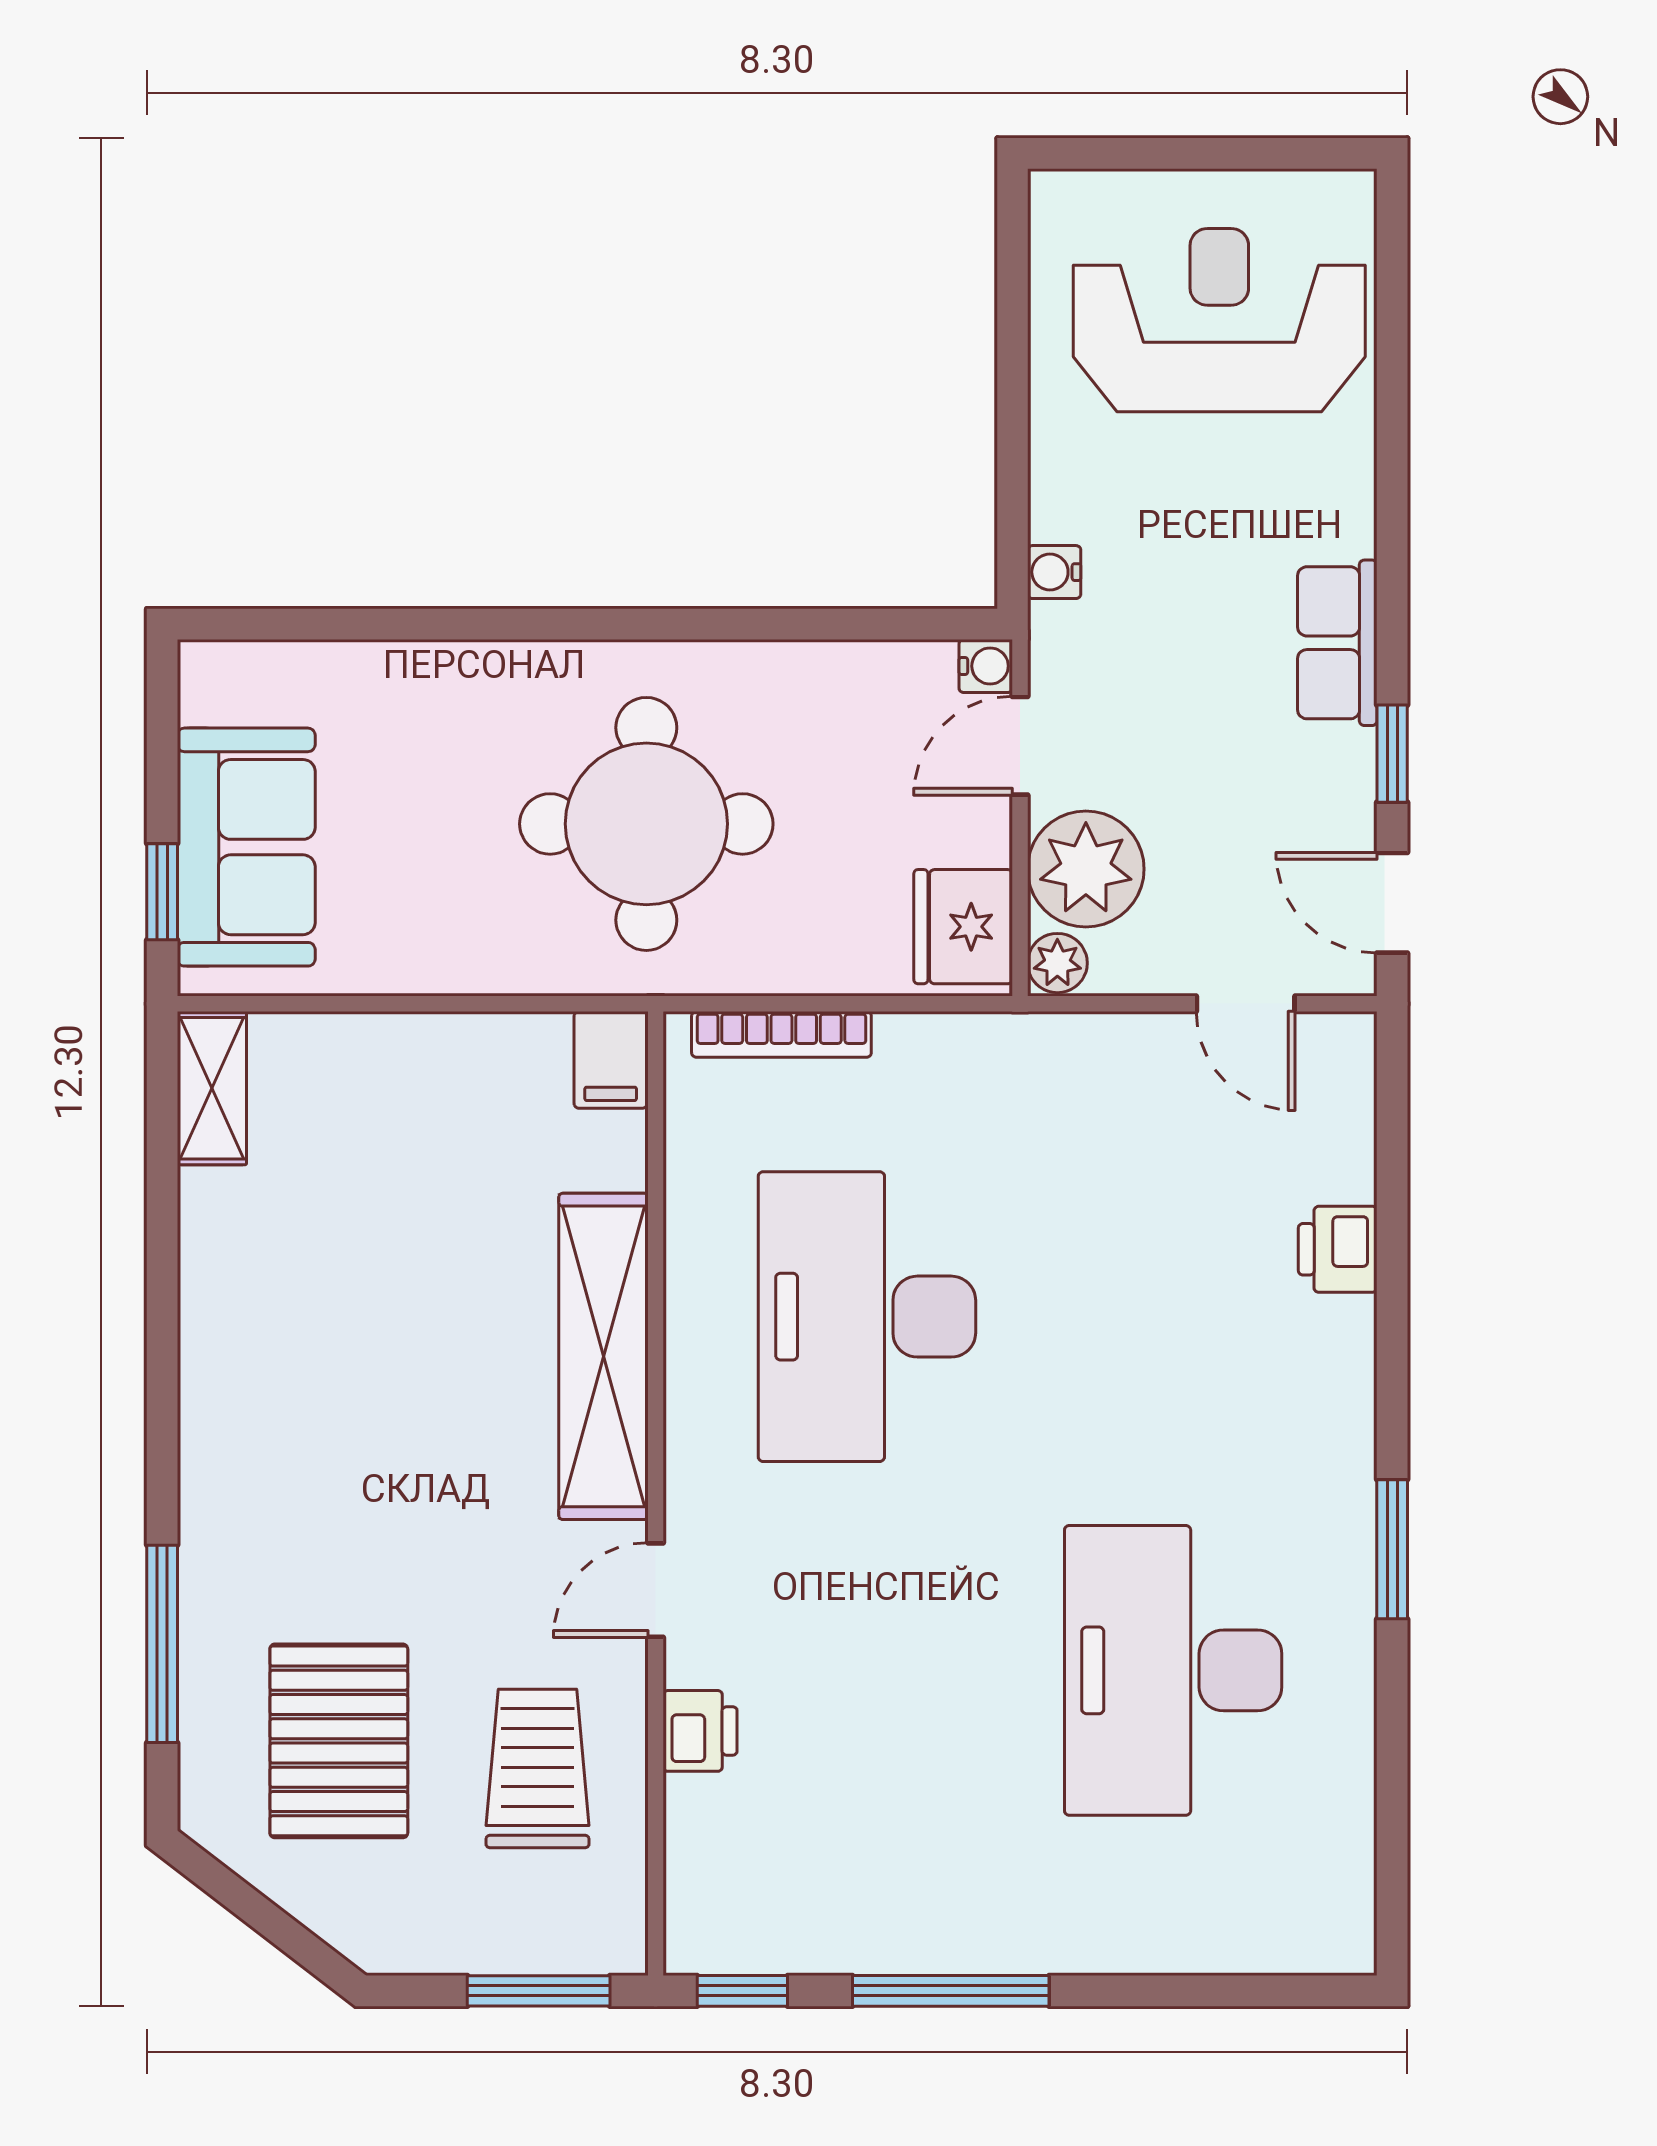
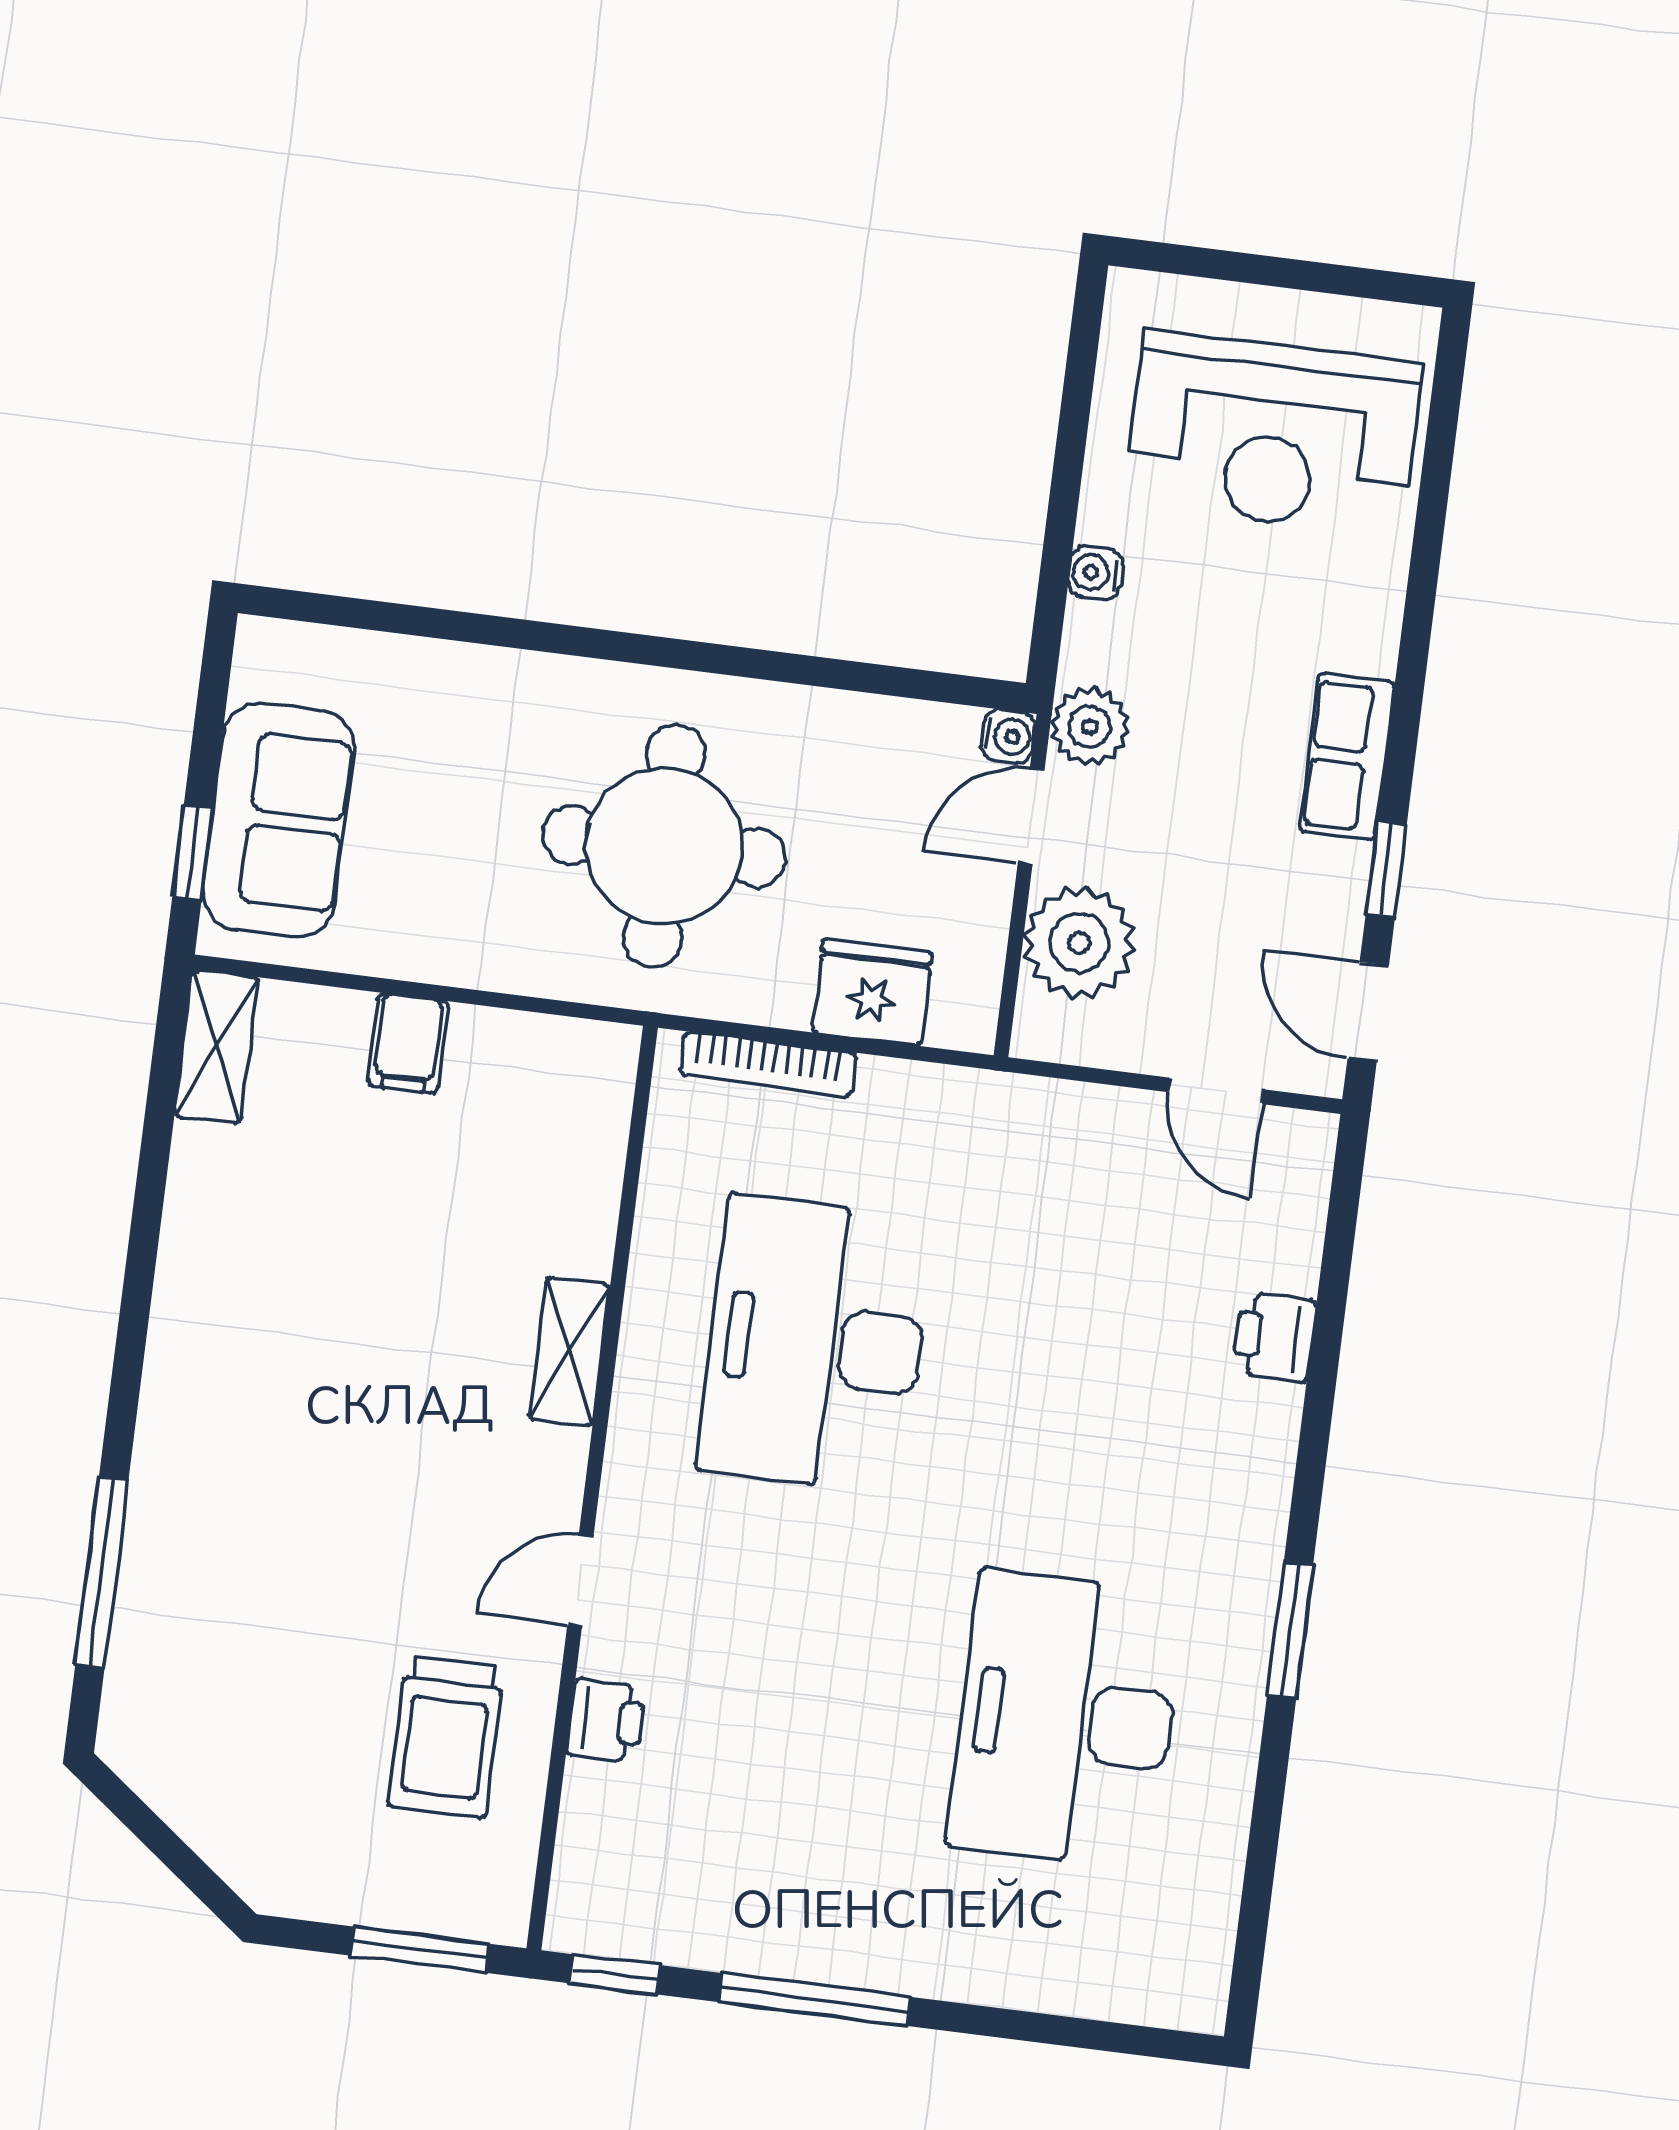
reception desk: (1219, 320) -> (1273, 434), turned 180
water cooler: (1054, 572) -> (1095, 573), moved
fridge: (963, 927) -> (872, 992), moved, turned 90
plant: (1057, 963) -> (1090, 727), moved, width x1.38, depth x1.38
filing cabinet: (611, 1060) -> (408, 1043), moved
shelving: (603, 1356) -> (570, 1352), width x0.45, depth x0.75
pallet: (339, 1741) -> (259, 1686), removed
trolley: (538, 1768) -> (446, 1737), turned 180

